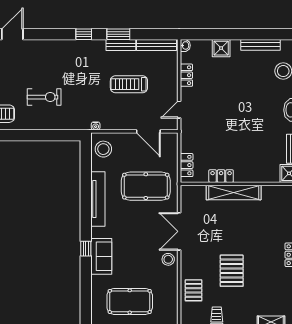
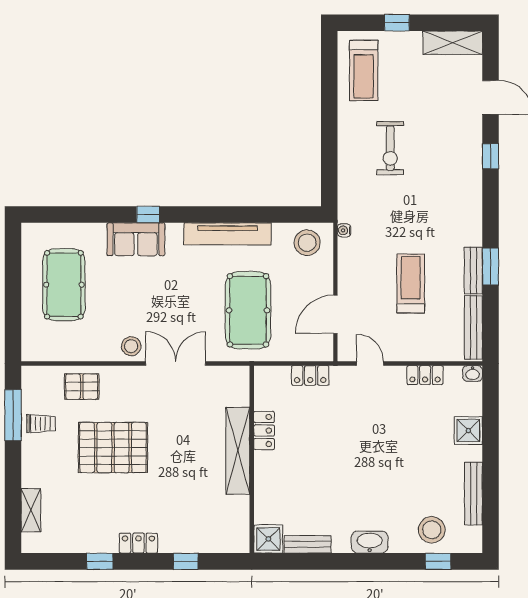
window: (84, 34) -> (490, 156), moved
locker: (187, 165) -> (310, 375), moved
pallet: (232, 271) -> (113, 448), width x1.37, depth x1.41

